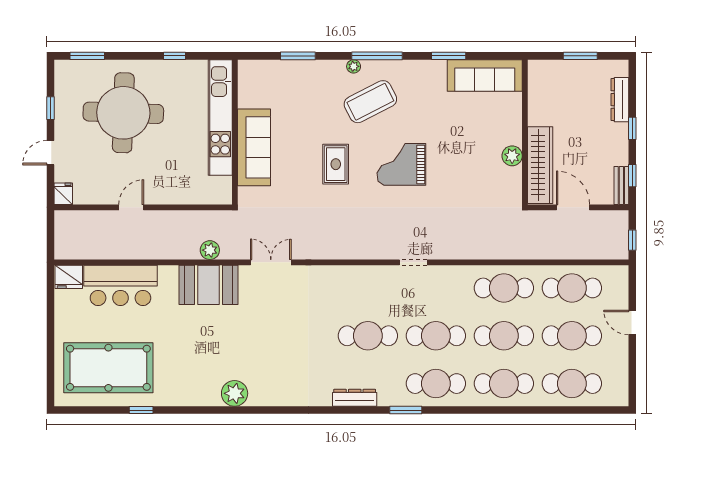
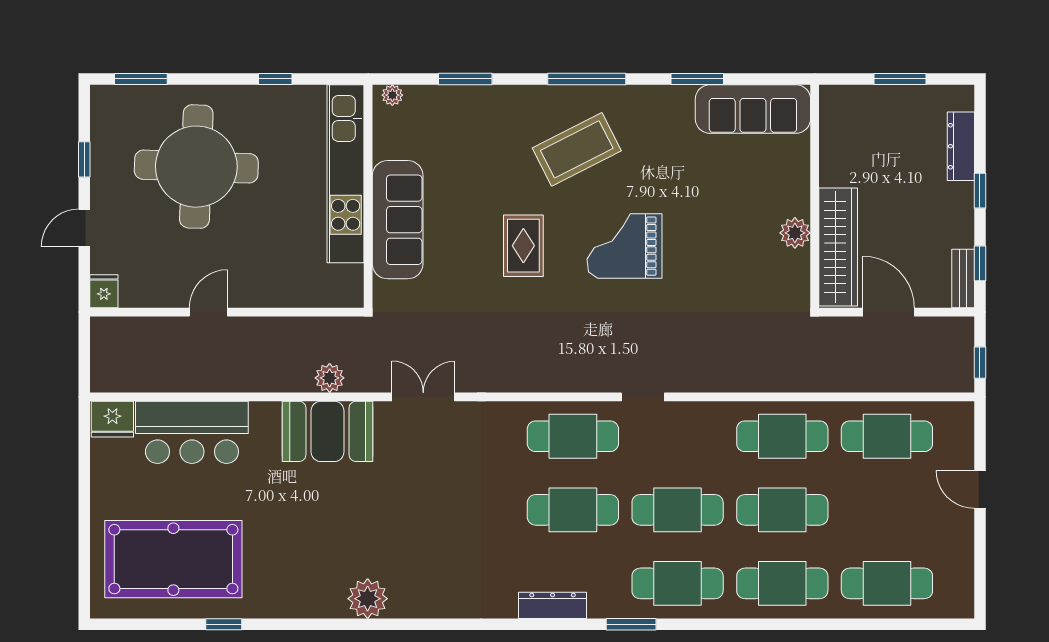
plant: (354, 66) -> (392, 95), moved
cafe table: (572, 336) -> (573, 436), moved

